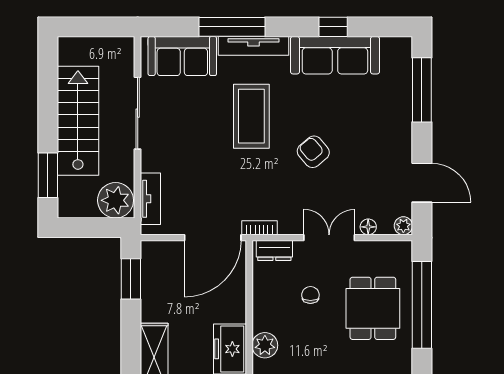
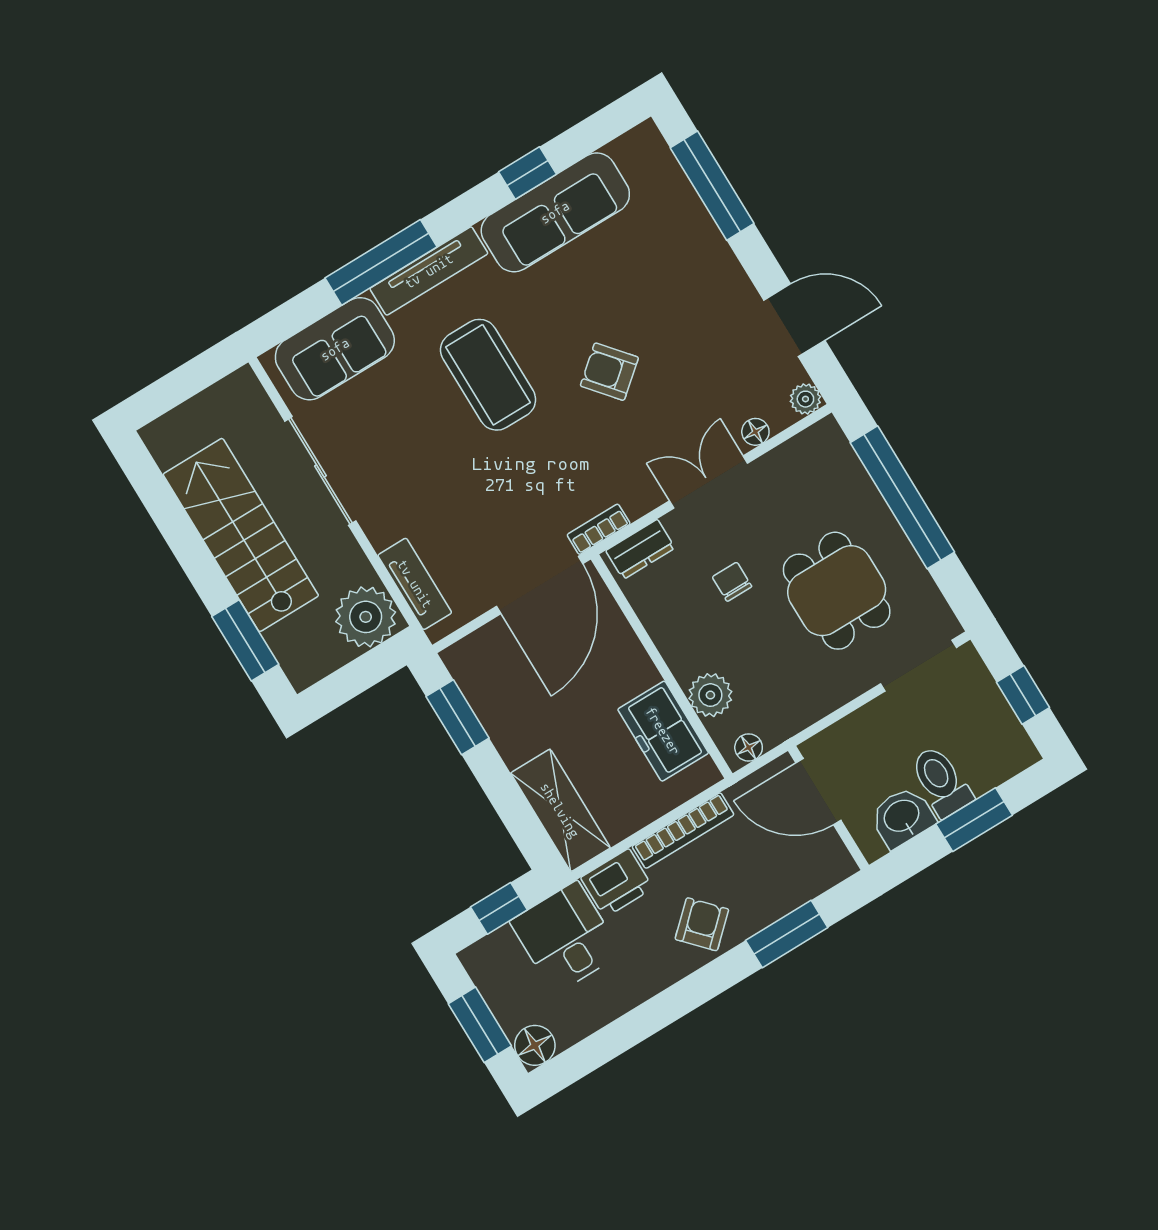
dining table: (373, 308) -> (837, 591), moved

